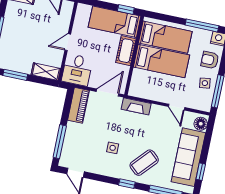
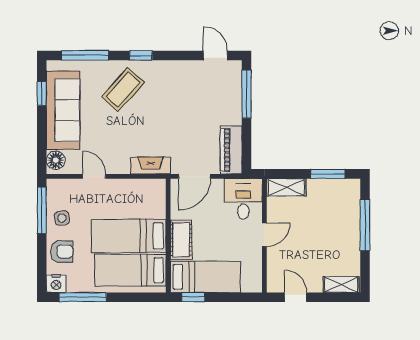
side table: (113, 148) -> (171, 101), removed

